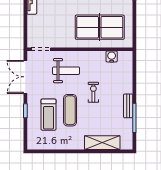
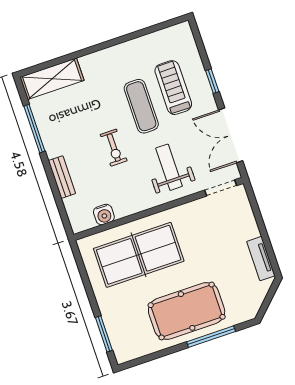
weight bench: (66, 71) -> (169, 167), turned 90
double door: (25, 77) -> (231, 135), swing flipped
bench: (128, 106) -> (62, 177), moved
shelving: (102, 143) -> (52, 79), moved

